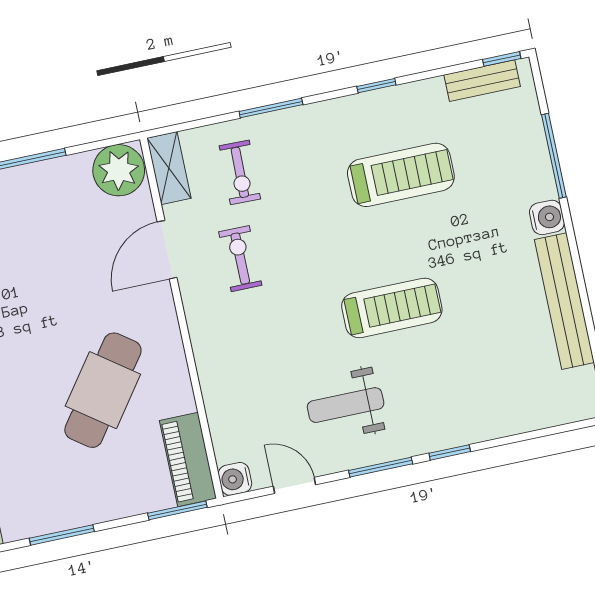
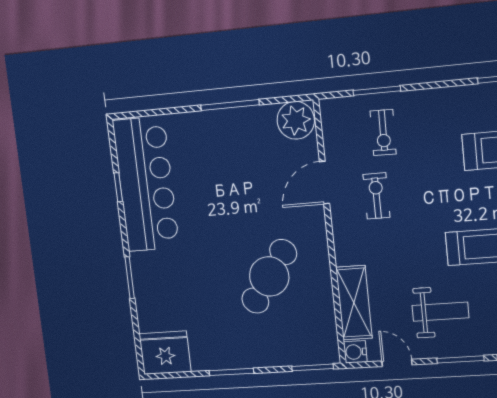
window: (271, 108) -> (377, 91), moved
shelving: (169, 168) -> (354, 303), moved, width x1.50, depth x1.33
weight bench: (346, 405) -> (440, 312), turned 180
piano: (188, 459) -> (324, 333), removed

